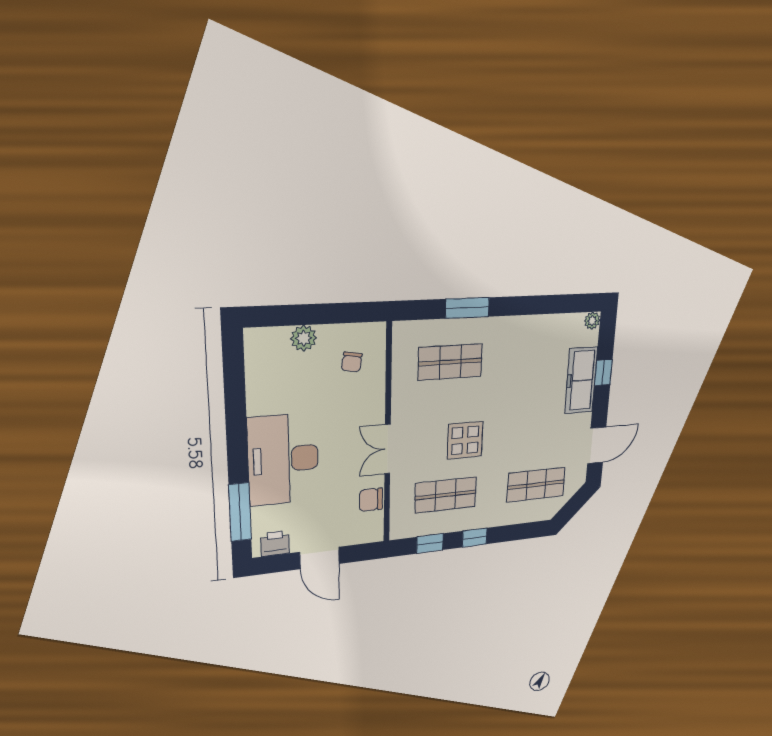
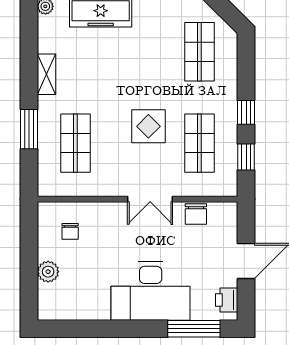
shelving: (524, 325) -> (46, 74), added
chair: (352, 362) -> (70, 231), turned 81

